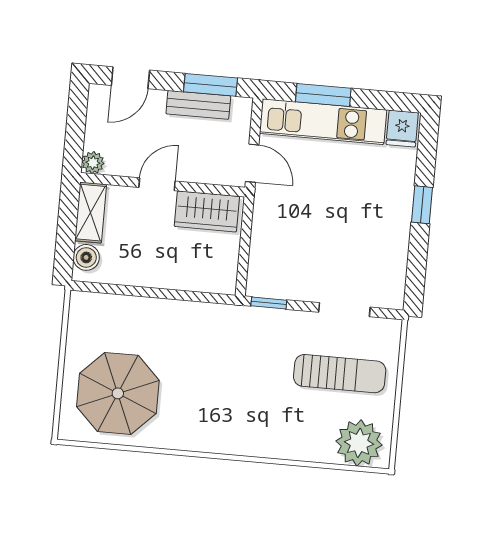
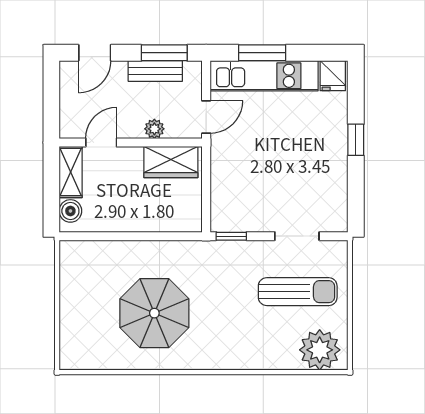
plant: (93, 163) -> (154, 129), moved
door: (252, 163) -> (206, 117), hinge flipped
door: (157, 184) -> (101, 143), moved
parasol: (118, 393) -> (154, 313), moved

